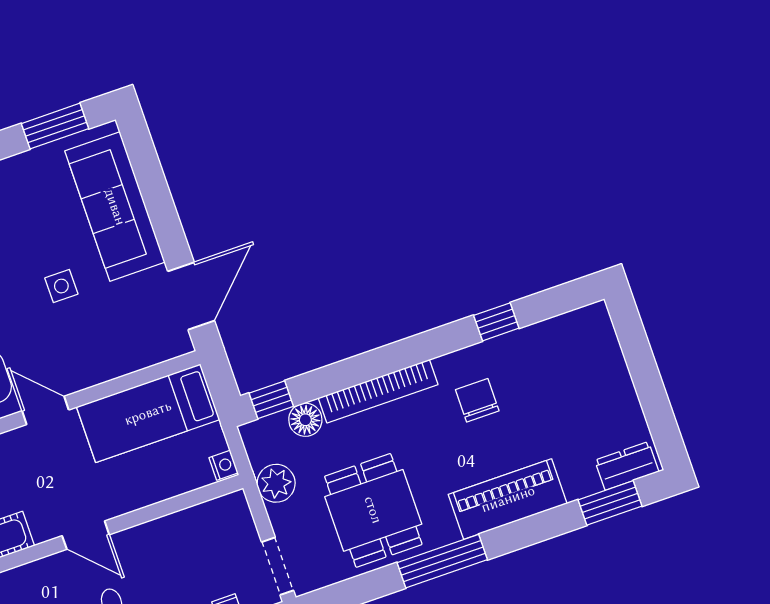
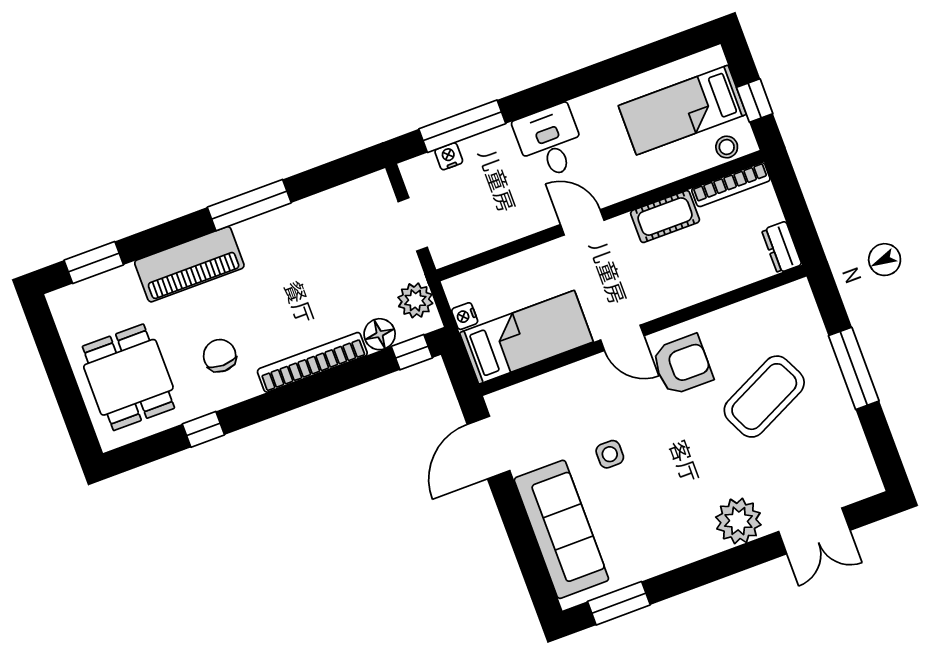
chair: (477, 400) -> (220, 356), turned 180
nightstand: (223, 465) -> (465, 316), moved
dresser: (627, 466) -> (79, 297), removed
plant: (276, 483) -> (415, 300), moved
dining table: (373, 510) -> (128, 377), moved
doorway: (278, 566) -> (413, 224), moved

